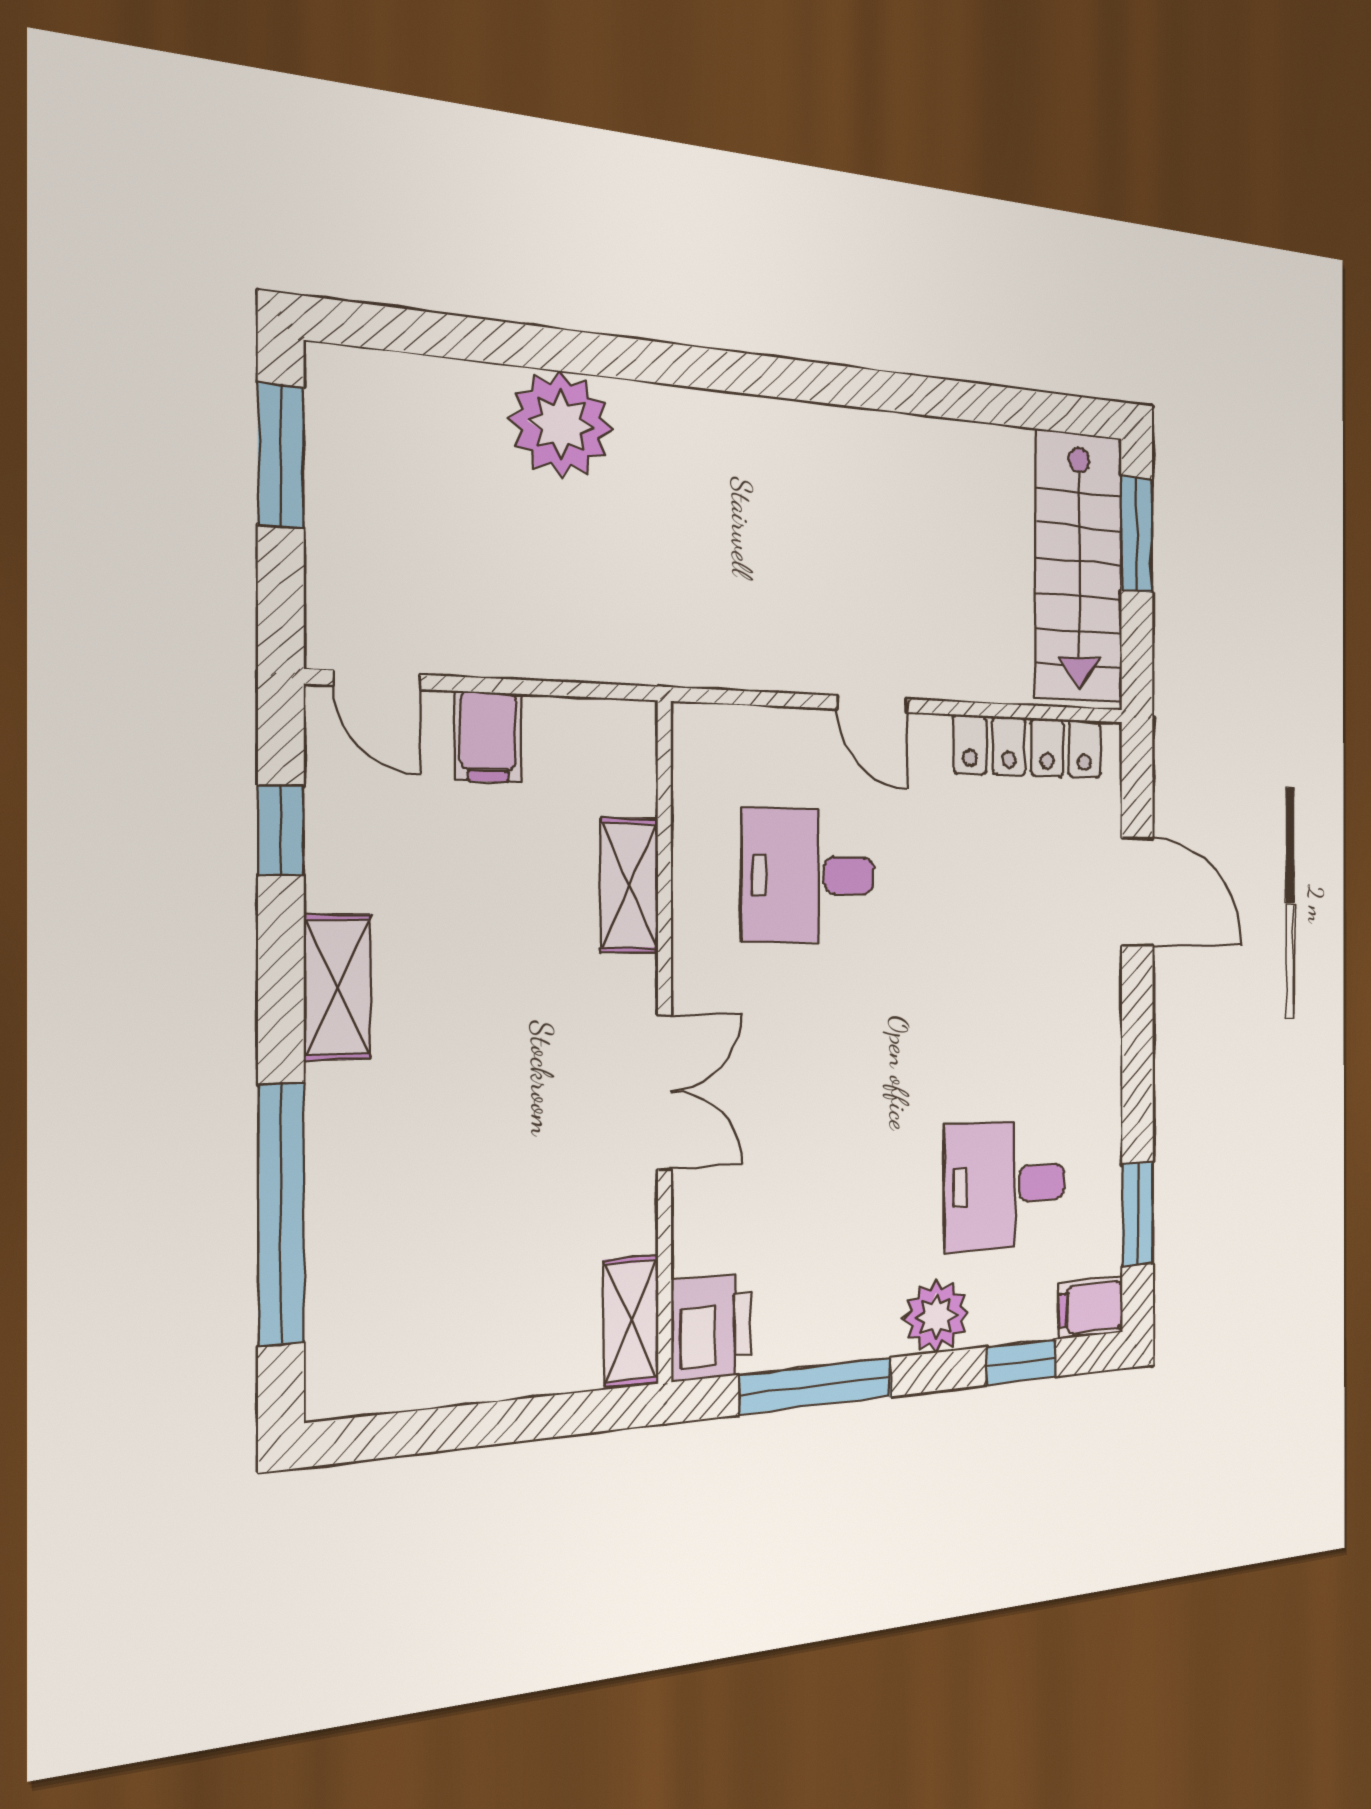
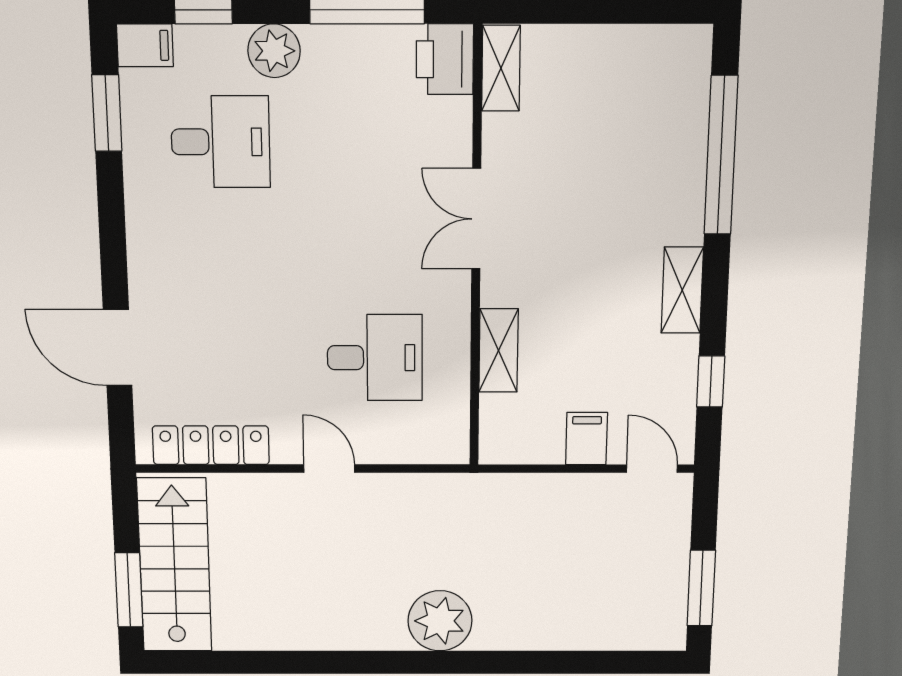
plant: (561, 424) -> (440, 621), moved

